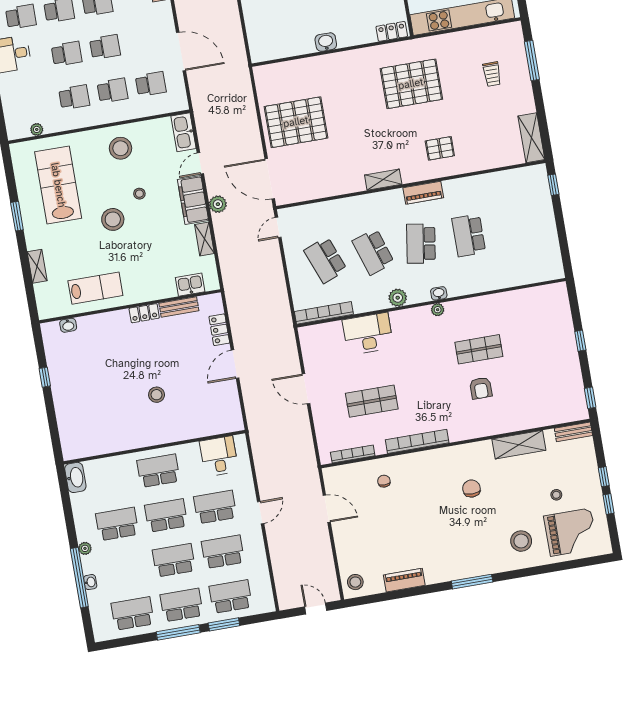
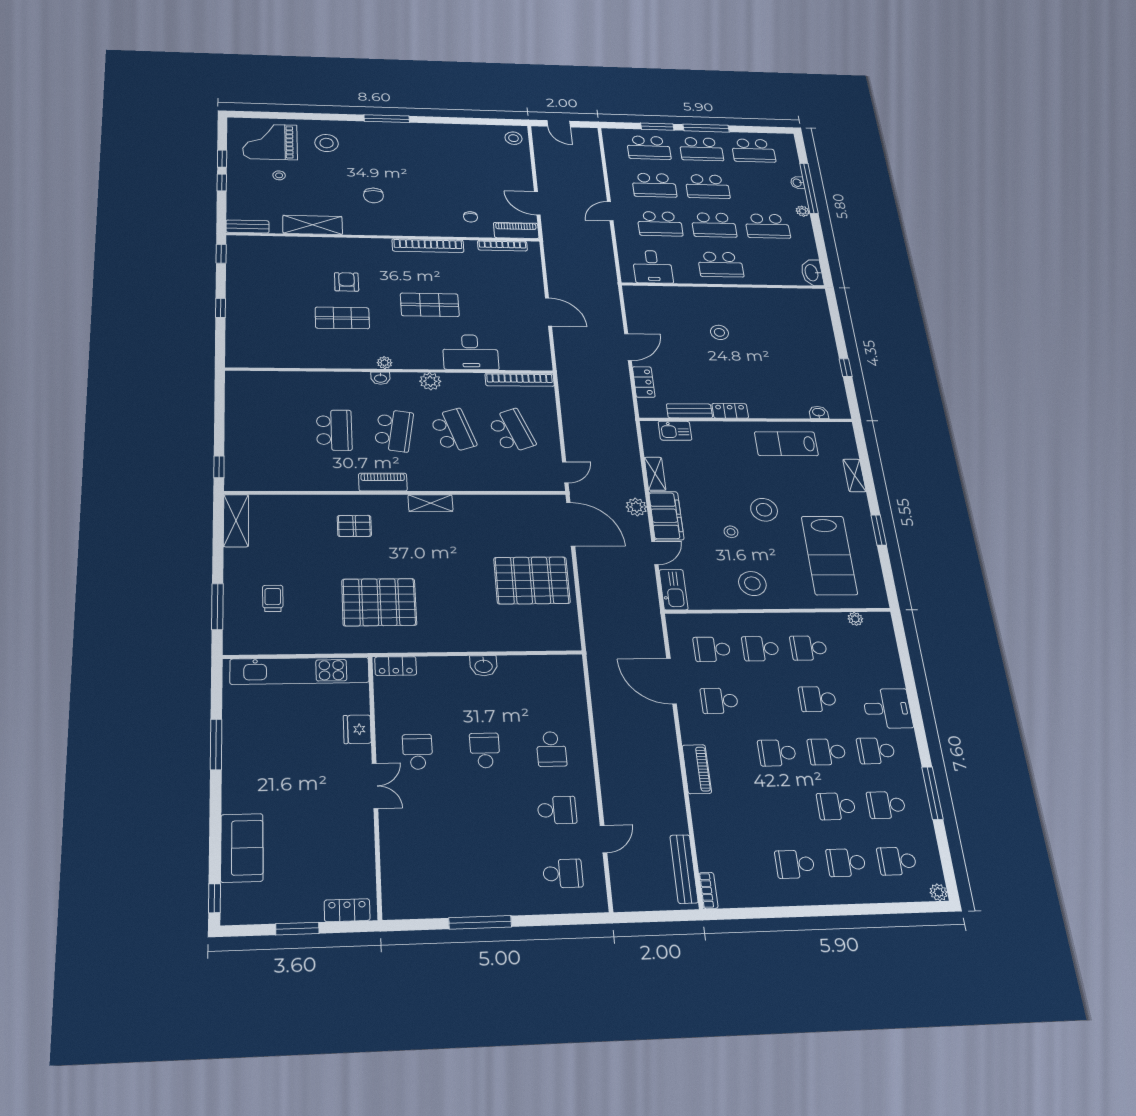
school desk: (105, 47) -> (719, 701), moved
shop shelf: (372, 401) -> (430, 305), moved
piano: (404, 580) -> (516, 230), moved, turned 180

